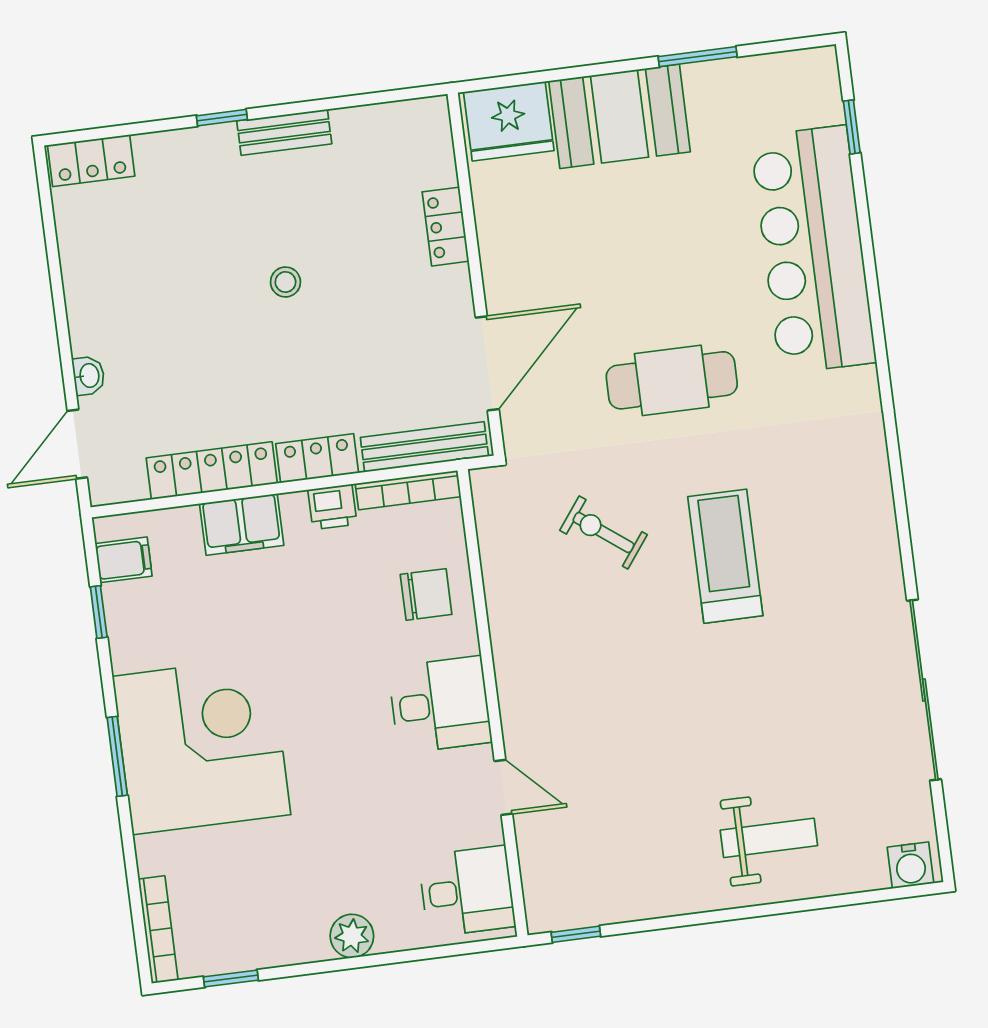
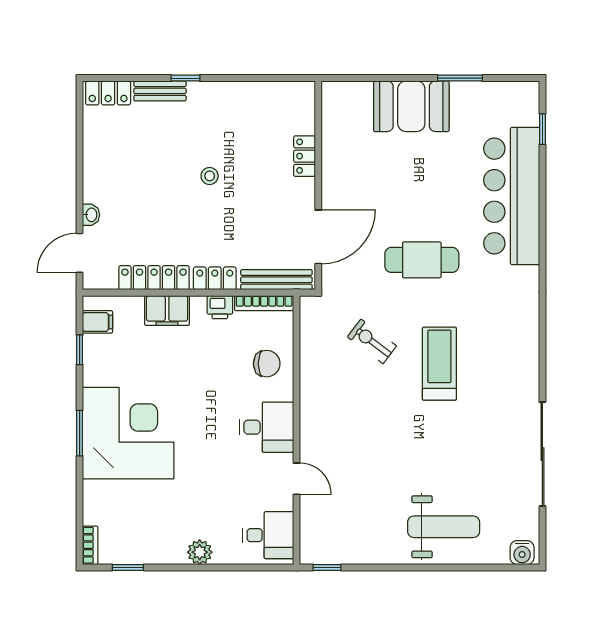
fridge: (509, 121) -> (348, 101), removed
bench: (284, 132) -> (160, 91), moved
weight bench: (769, 838) -> (444, 527), width x1.36, depth x1.33
bookcase: (158, 930) -> (90, 545), width x0.64

